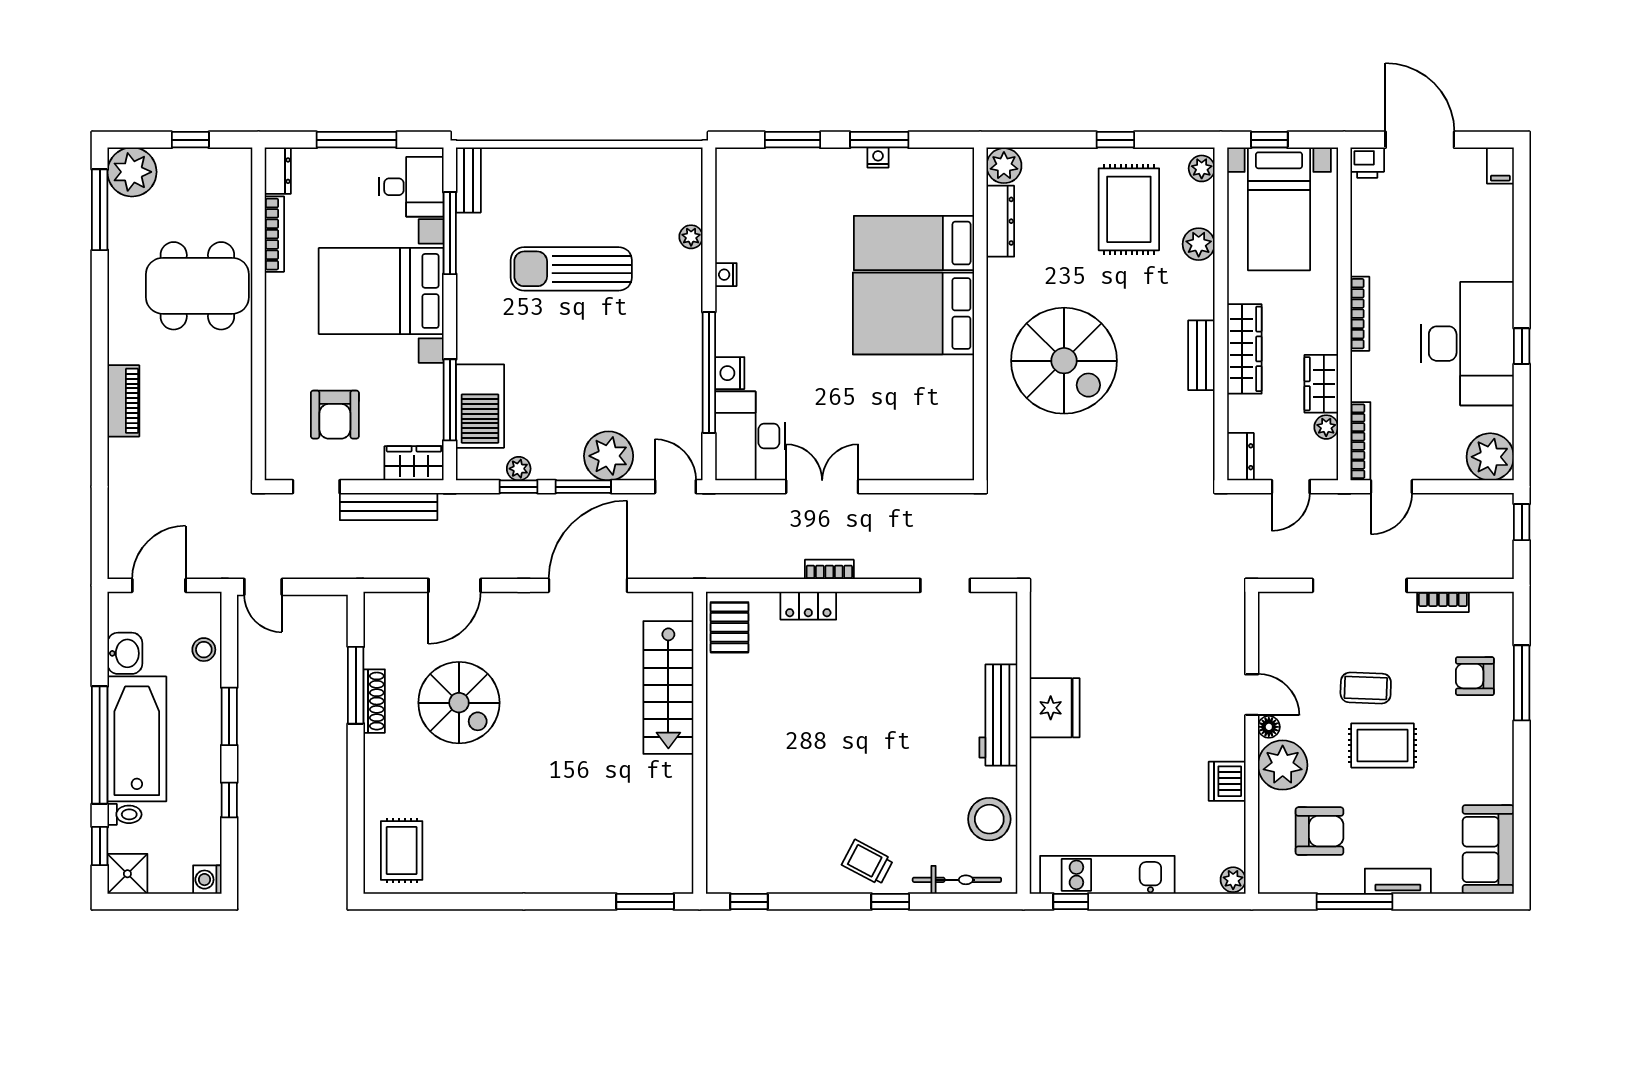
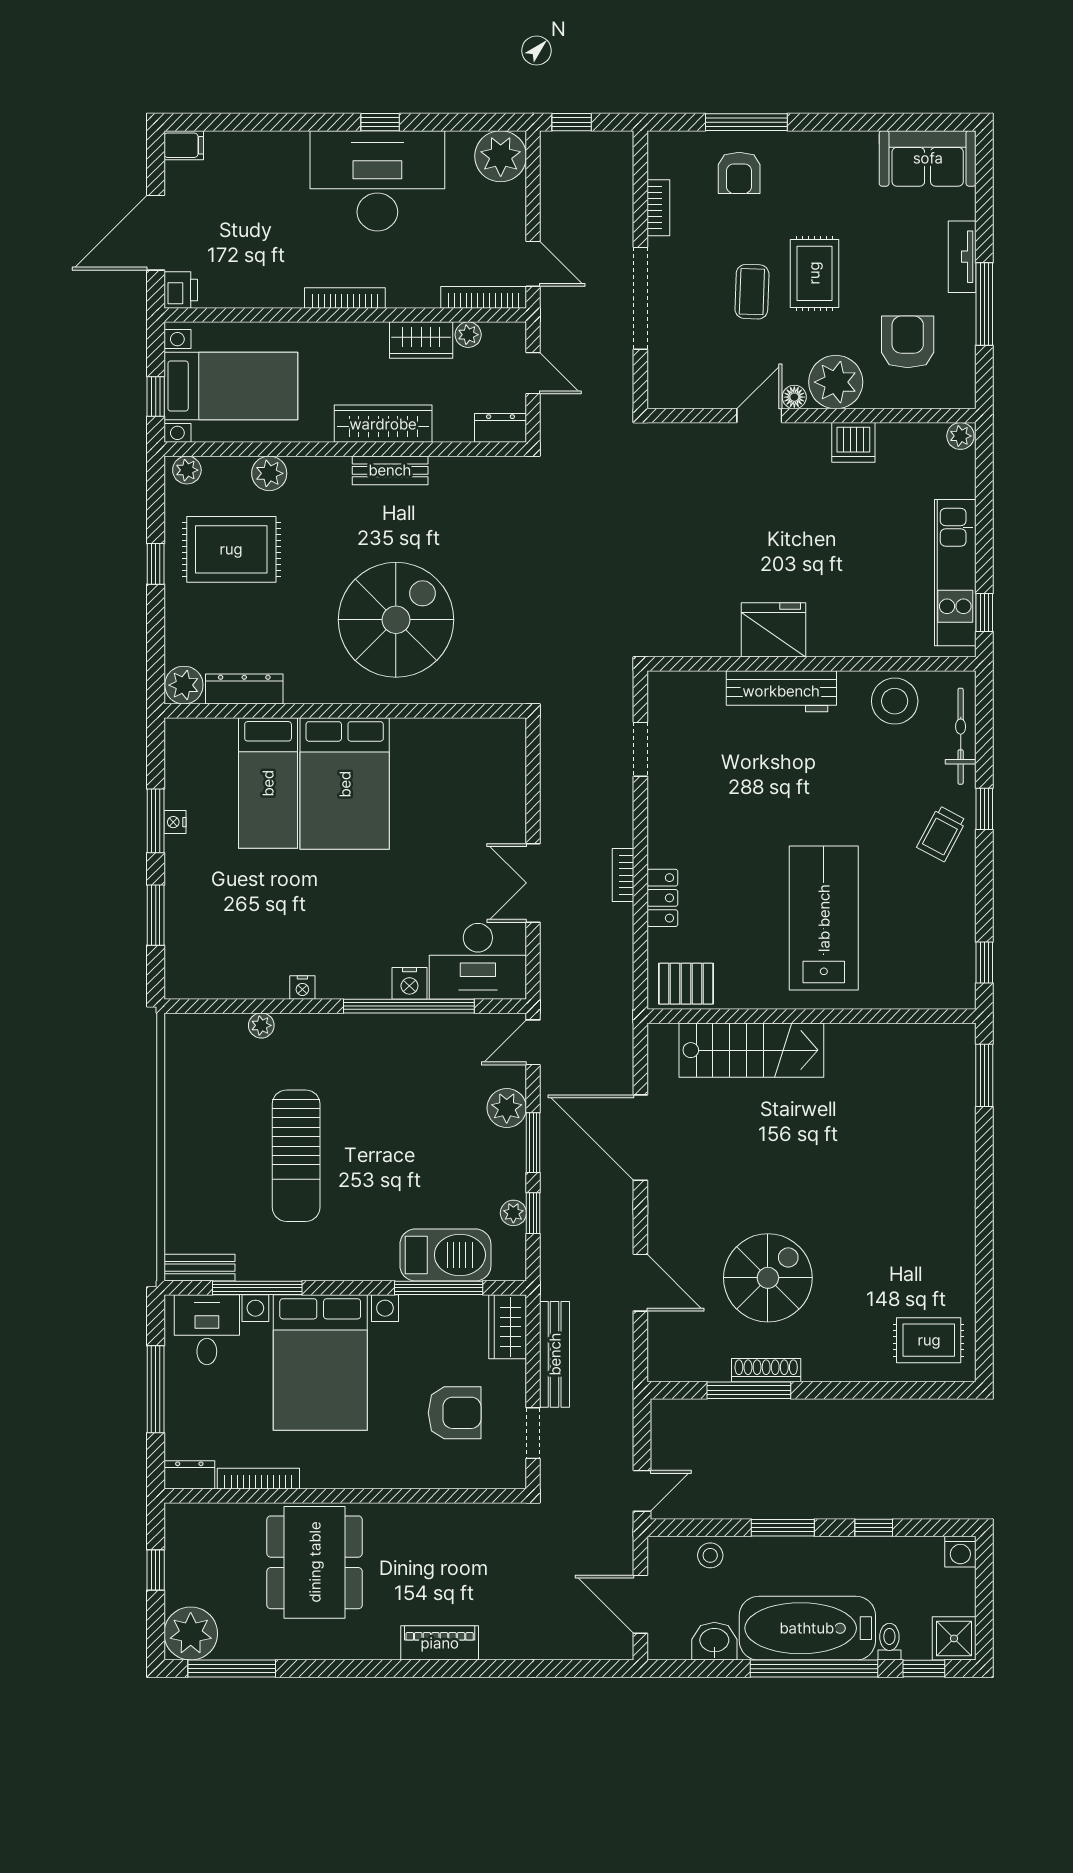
plant: (609, 456) -> (507, 1108), width x0.73, depth x0.73
lab bench: (790, 754) -> (824, 918), added

